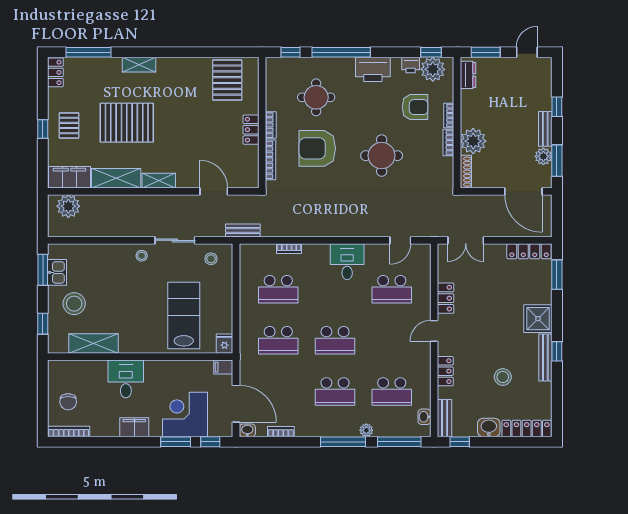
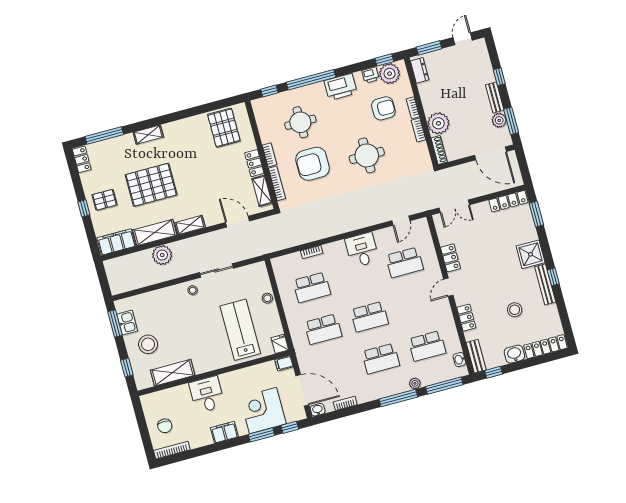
pallet: (69, 125) -> (105, 200), turned 90
shelving: (251, 164) -> (262, 191), added
plant: (68, 206) -> (162, 255), moved
bench: (243, 231) -> (270, 247), removed
stool: (211, 259) -> (267, 298), moved

